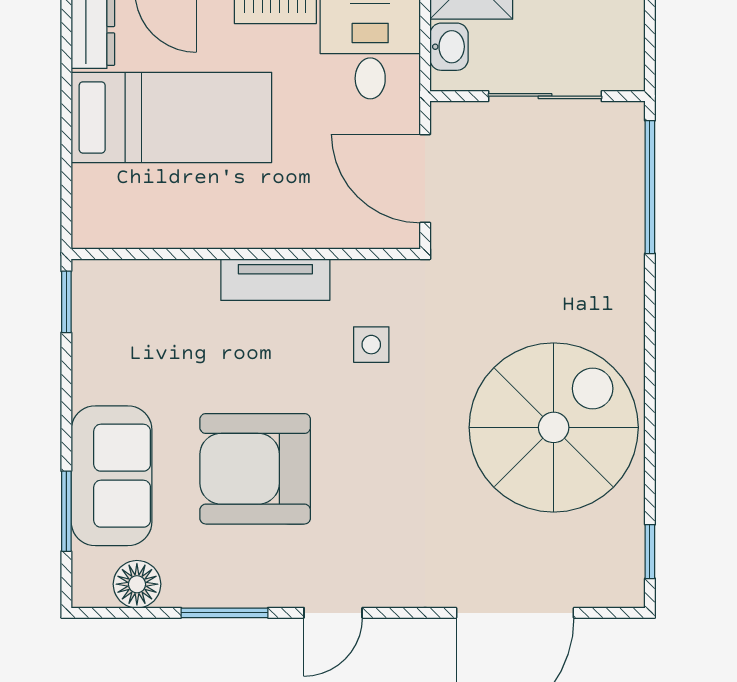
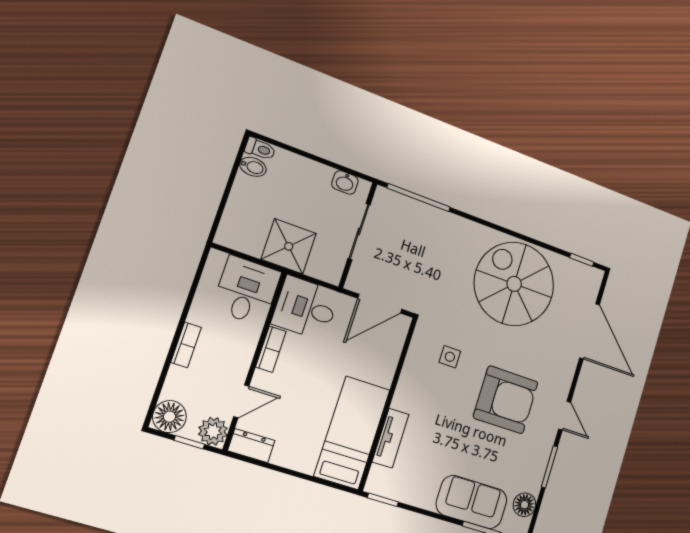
washbasin: (449, 47) -> (345, 182), moved, turned 180
bed: (171, 117) -> (352, 433), moved
tv unit: (275, 280) -> (391, 438), moved
armchair: (255, 469) -> (506, 400), moved, turned -90

